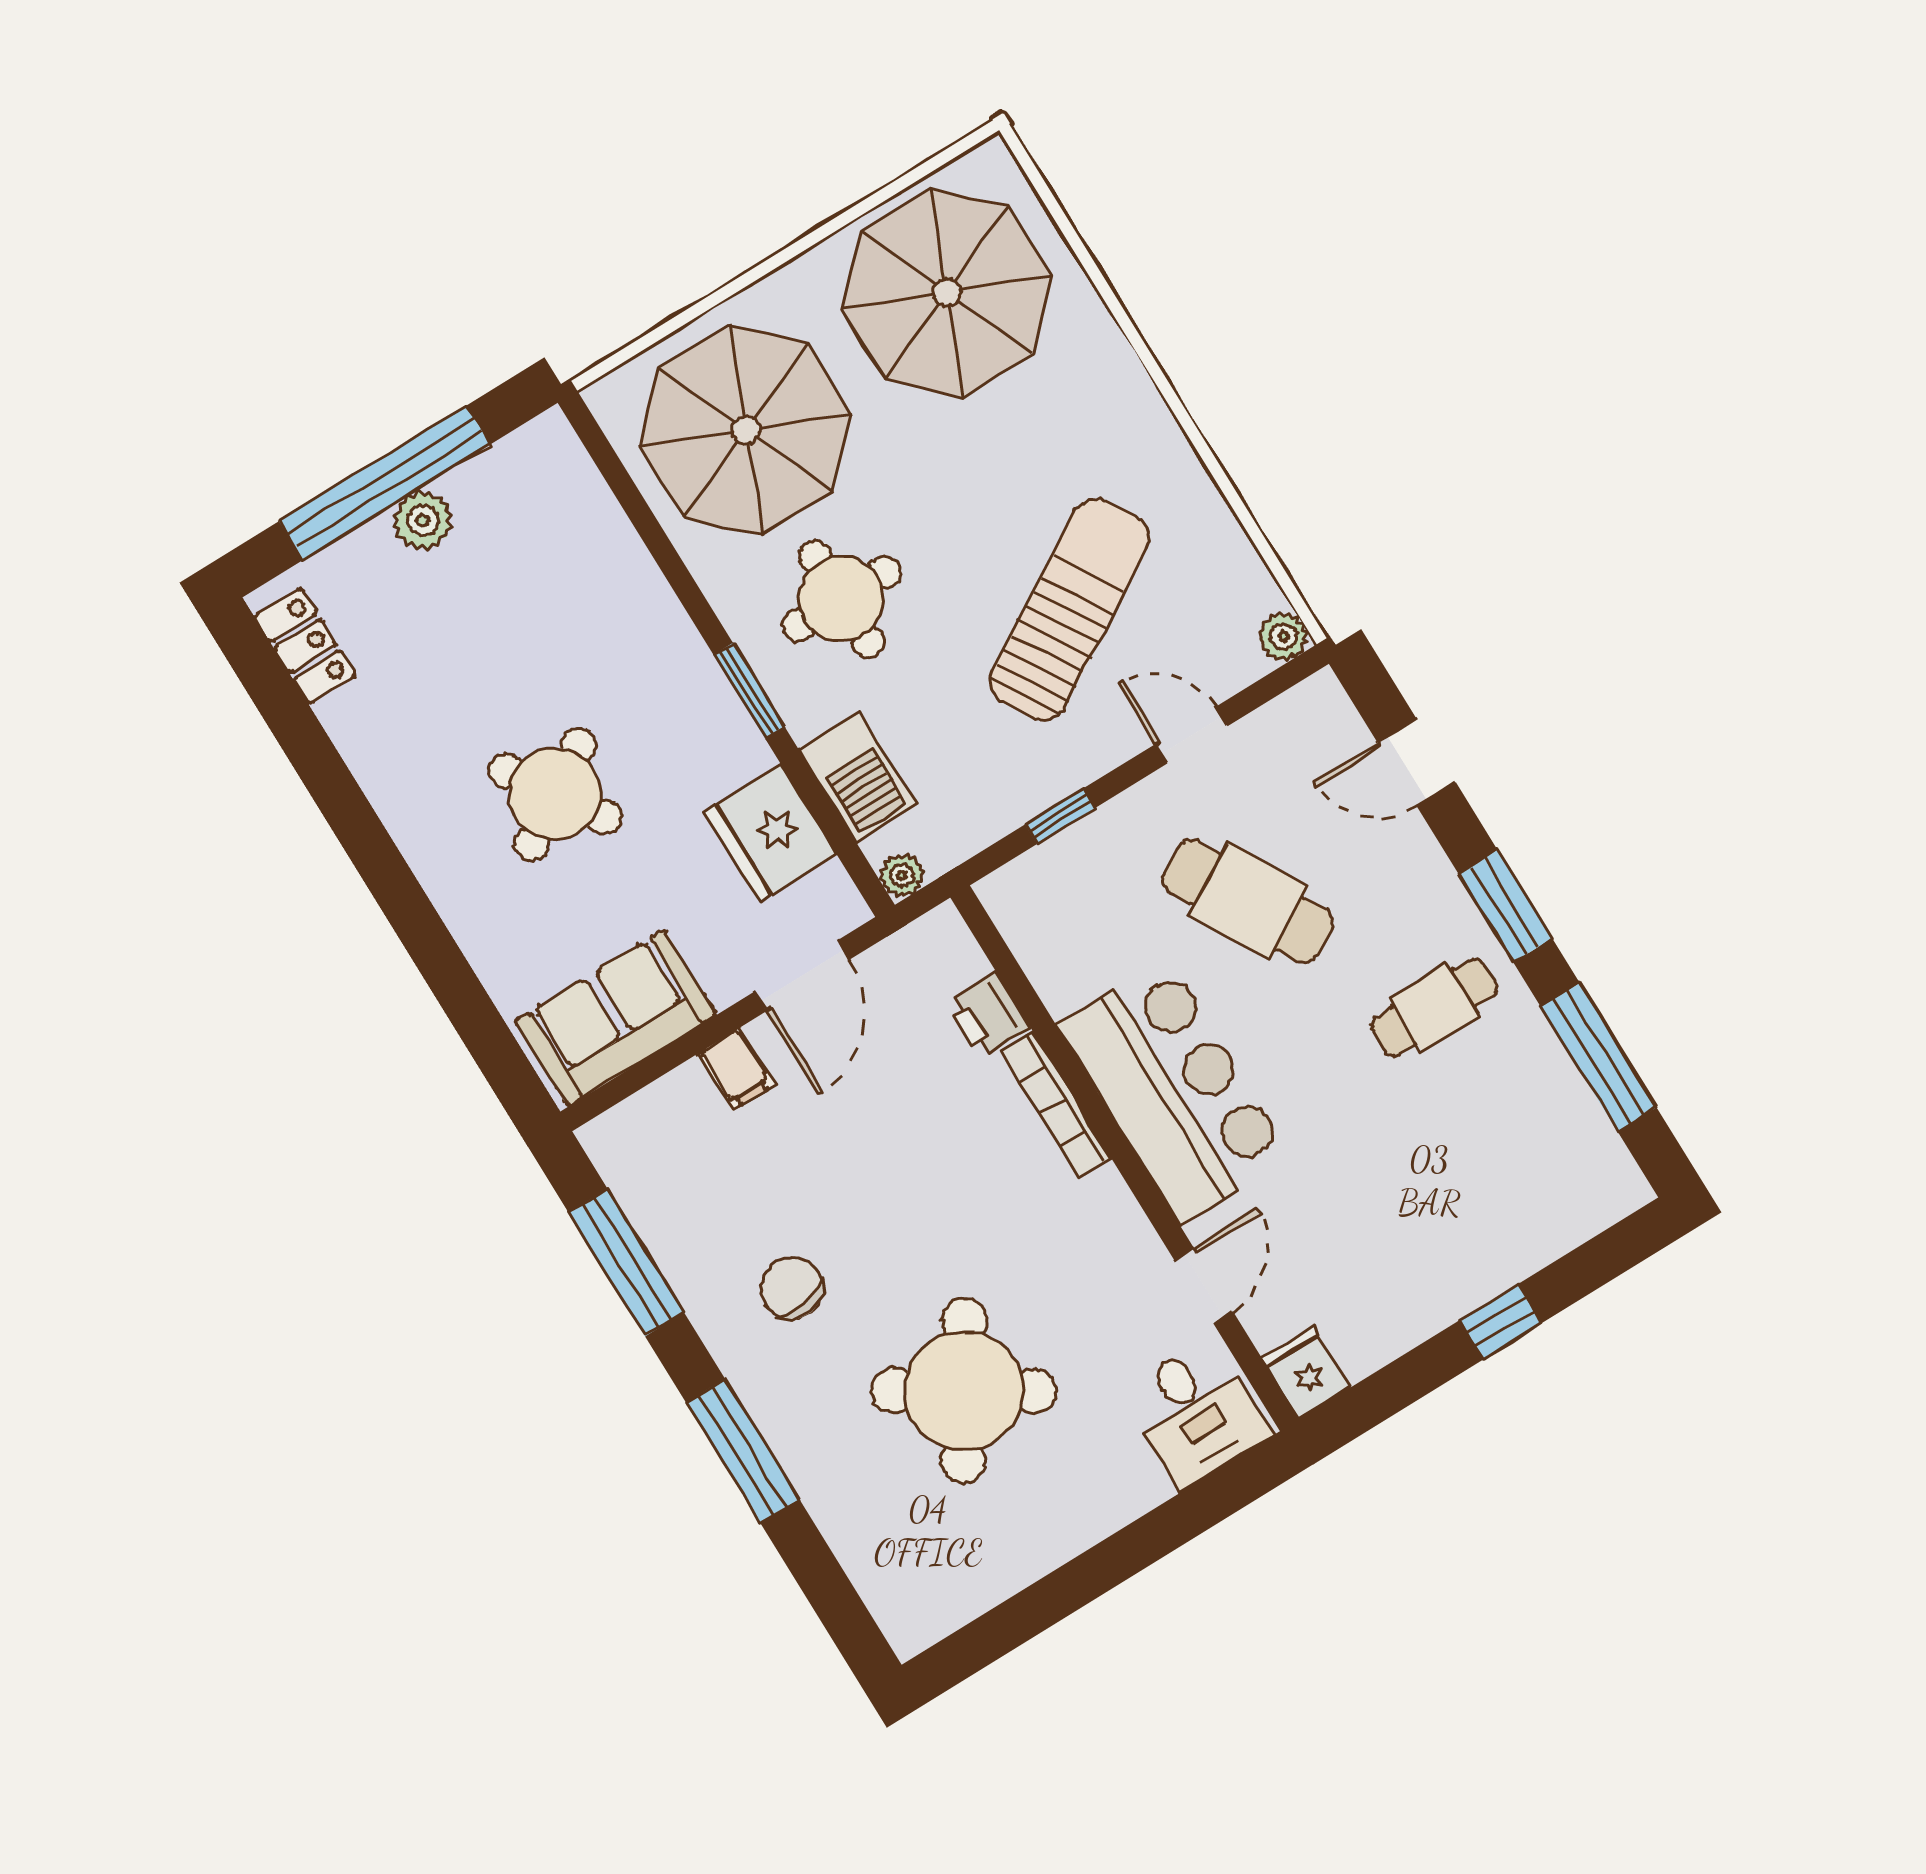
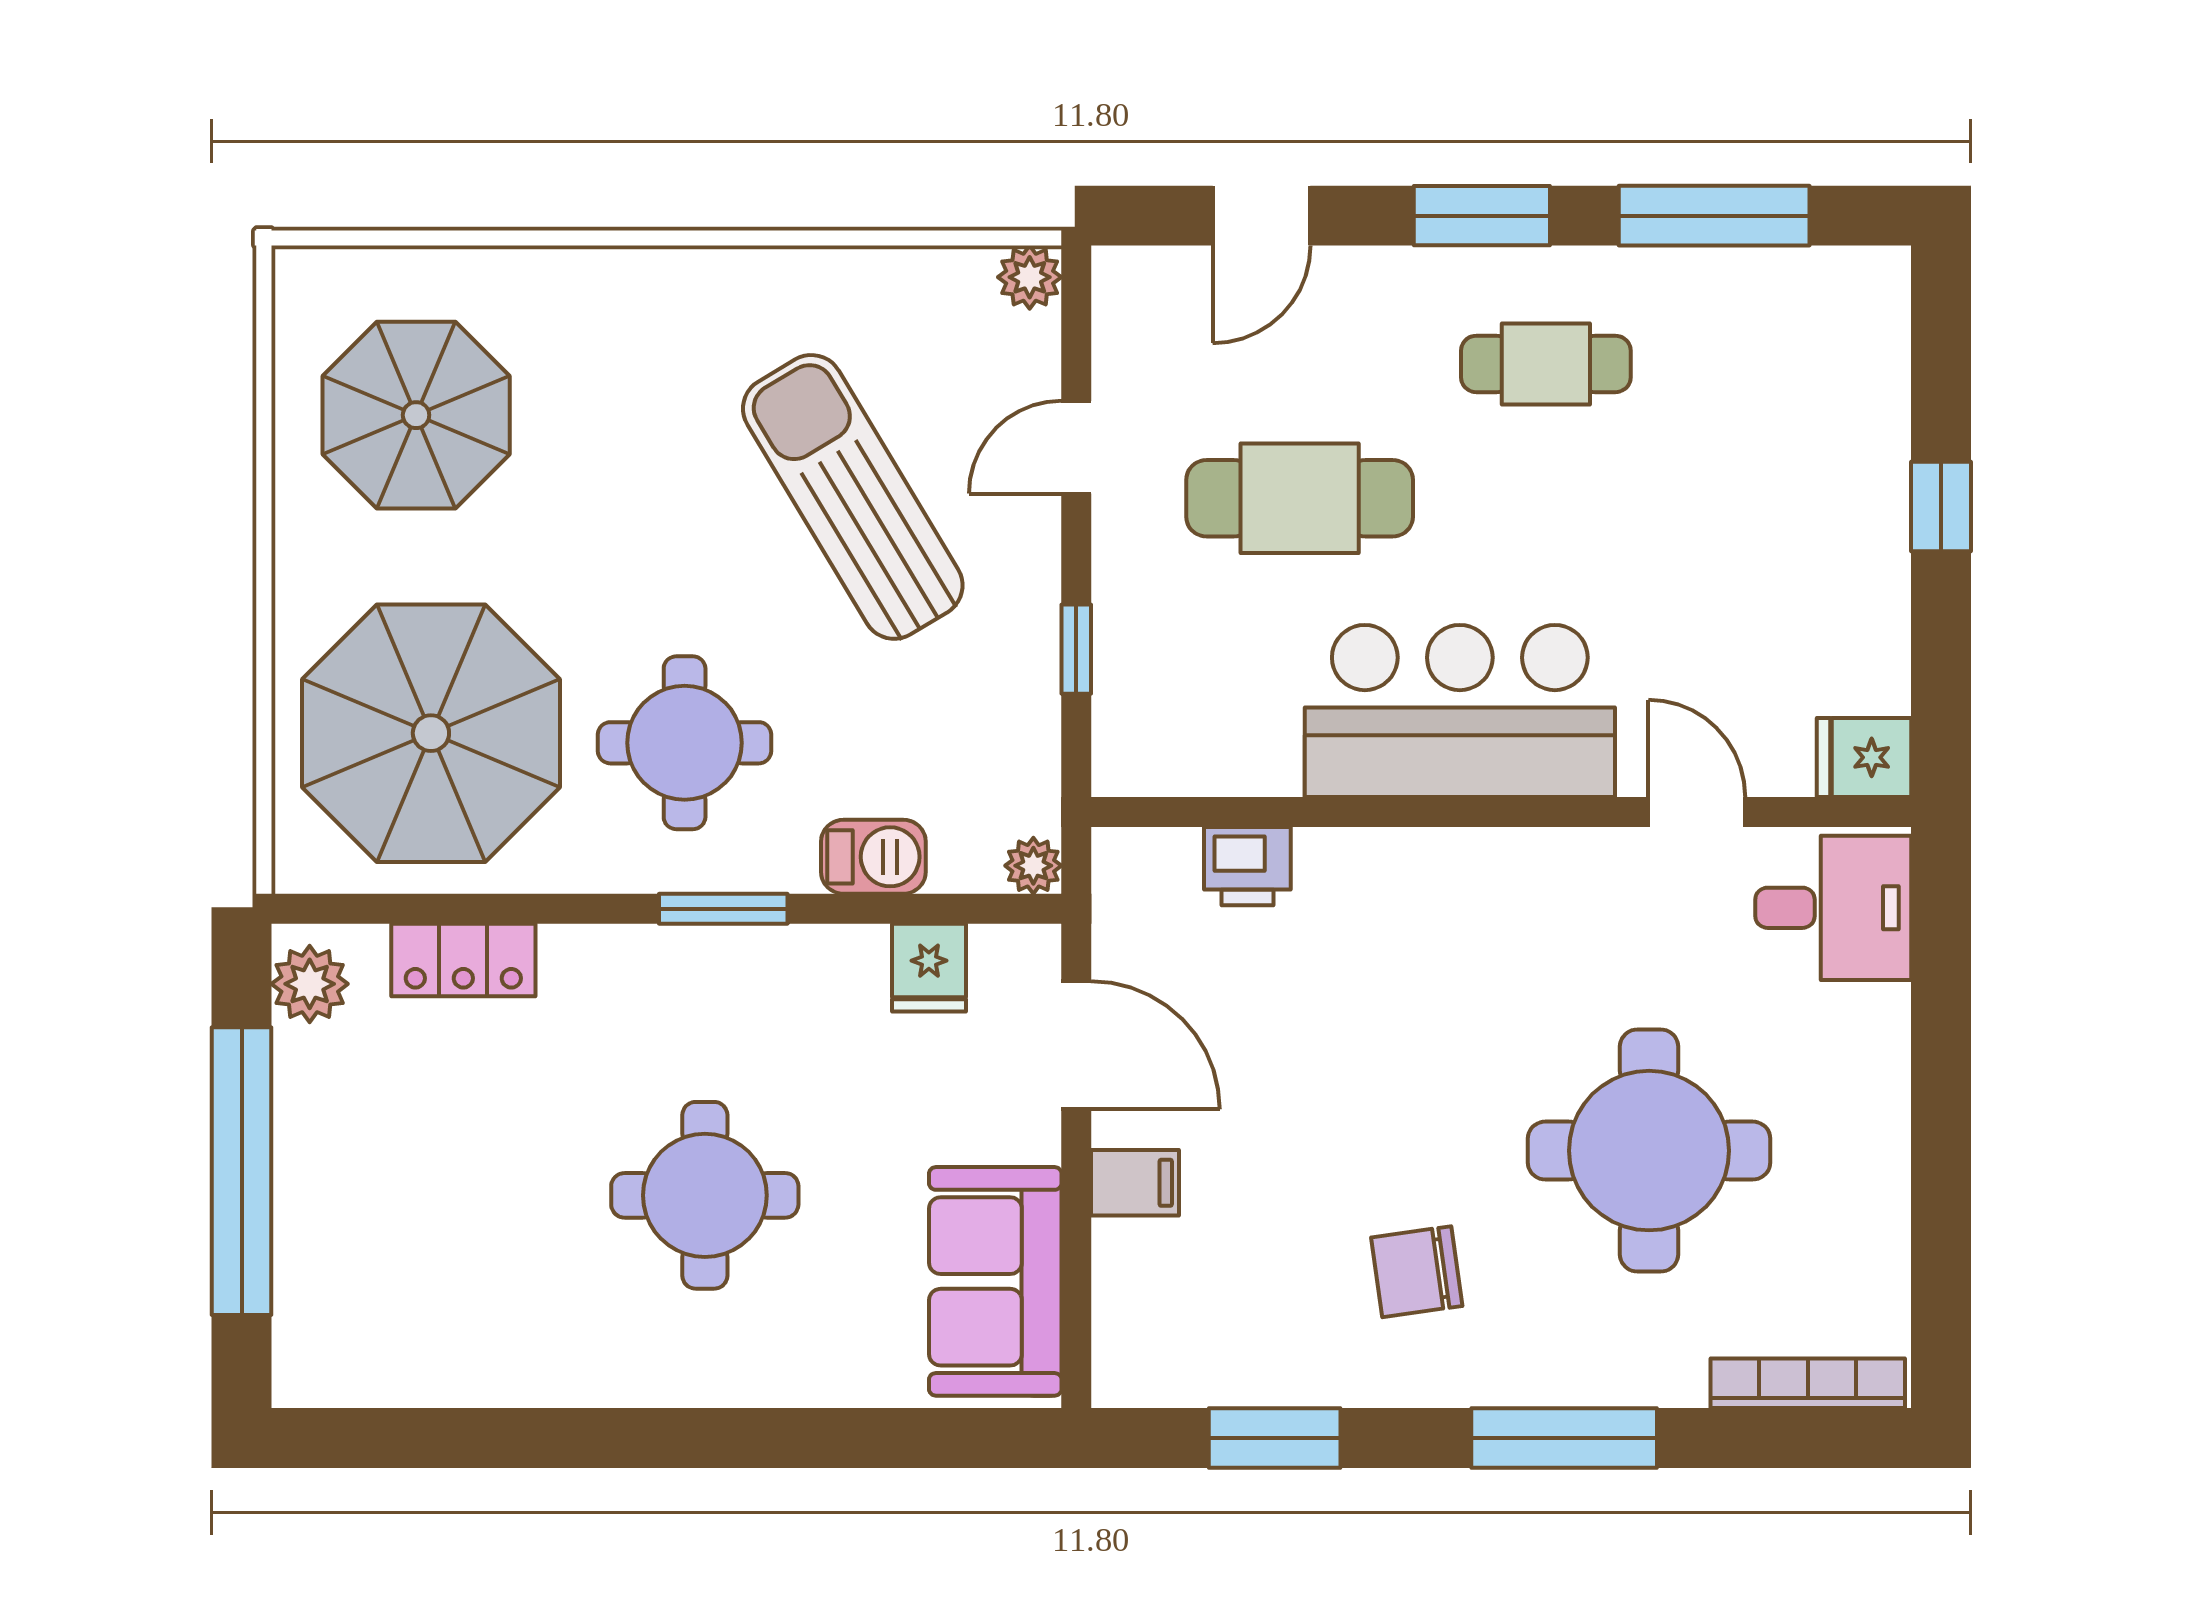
parasol: (947, 292) -> (416, 415), width x0.73, depth x0.73
plant: (423, 520) -> (310, 984), moved
locker: (305, 646) -> (463, 960), moved, turned 180
barbecue: (858, 777) -> (873, 857), width x0.73, depth x0.79
round table: (555, 794) -> (705, 1195), turned 33
fridge: (771, 833) -> (929, 968), width x0.53, depth x0.75
cafe table: (1248, 901) -> (1300, 498), turned 30
cafe table: (1434, 1007) -> (1546, 364), turned 90
bookcase: (1056, 1104) -> (1808, 1383), moved, turned 180
window: (626, 1263) -> (1275, 1438), width x0.69
round table: (964, 1391) -> (1649, 1151), turned -32

